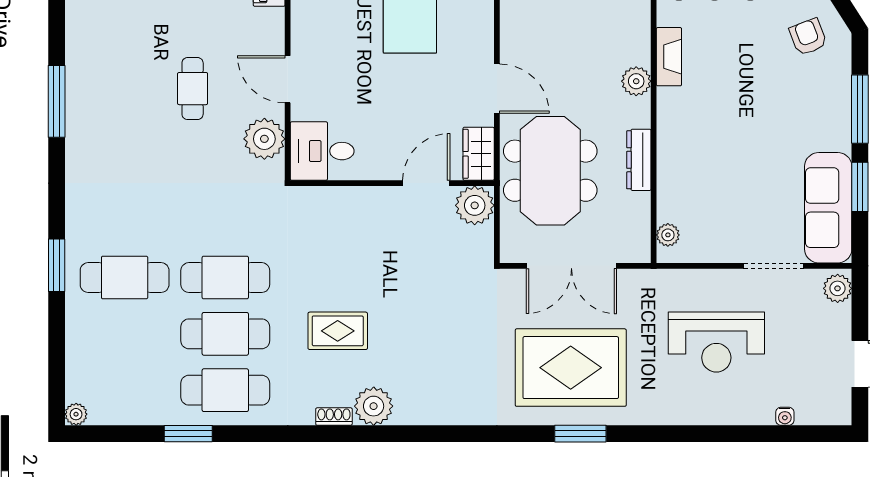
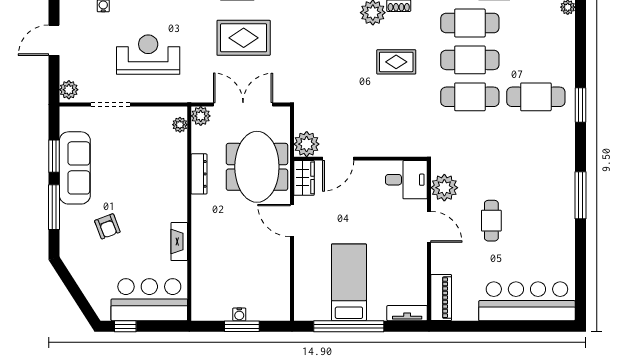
armchair: (808, 37) -> (107, 226), moved
plant: (636, 81) -> (201, 116), moved
window: (57, 101) -> (580, 195), moved
sofa: (828, 208) -> (75, 168), moved
rug: (571, 368) -> (244, 38), width x0.73, depth x0.69

